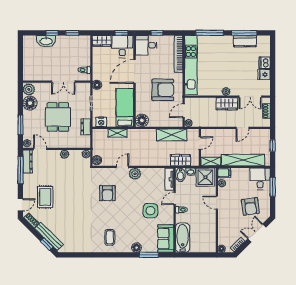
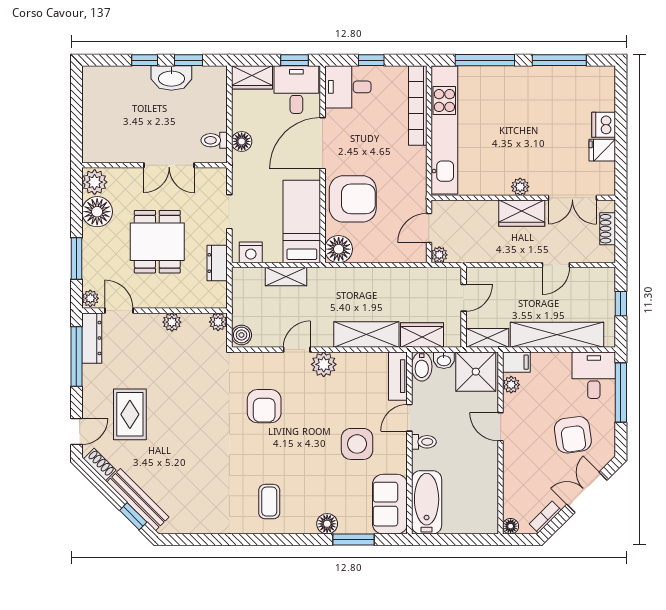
washbasin: (46, 41) -> (171, 78), moved
kitchen counter: (245, 41) -> (561, 78), removed
floor lamp: (97, 85) -> (242, 141), moved
armchair: (163, 90) -> (353, 199), moved
shelving: (172, 135) -> (366, 335), moved
window: (273, 187) -> (621, 392), width x1.44

